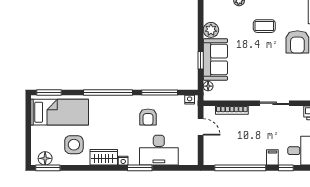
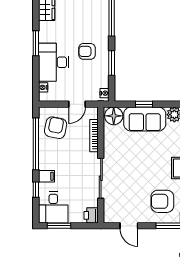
floor lamp: (208, 86) -> (114, 116), width x1.89, depth x1.89
window: (160, 92) -> (112, 63), width x0.69
sliding door: (275, 103) -> (101, 178), width x1.37
armchair: (224, 148) -> (56, 128), added
nightstand: (123, 161) -> (43, 87), moved

